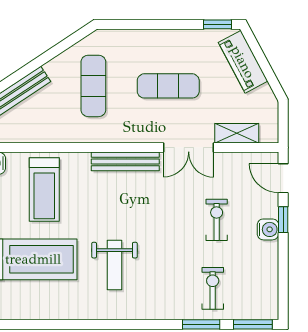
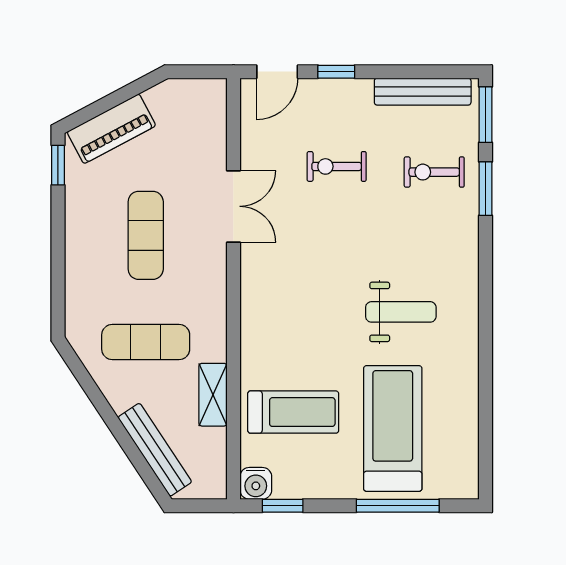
shelving: (237, 133) -> (213, 395), moved
bench: (125, 161) -> (423, 92), moved, turned 90
water cooler: (268, 229) -> (350, 93), removed

